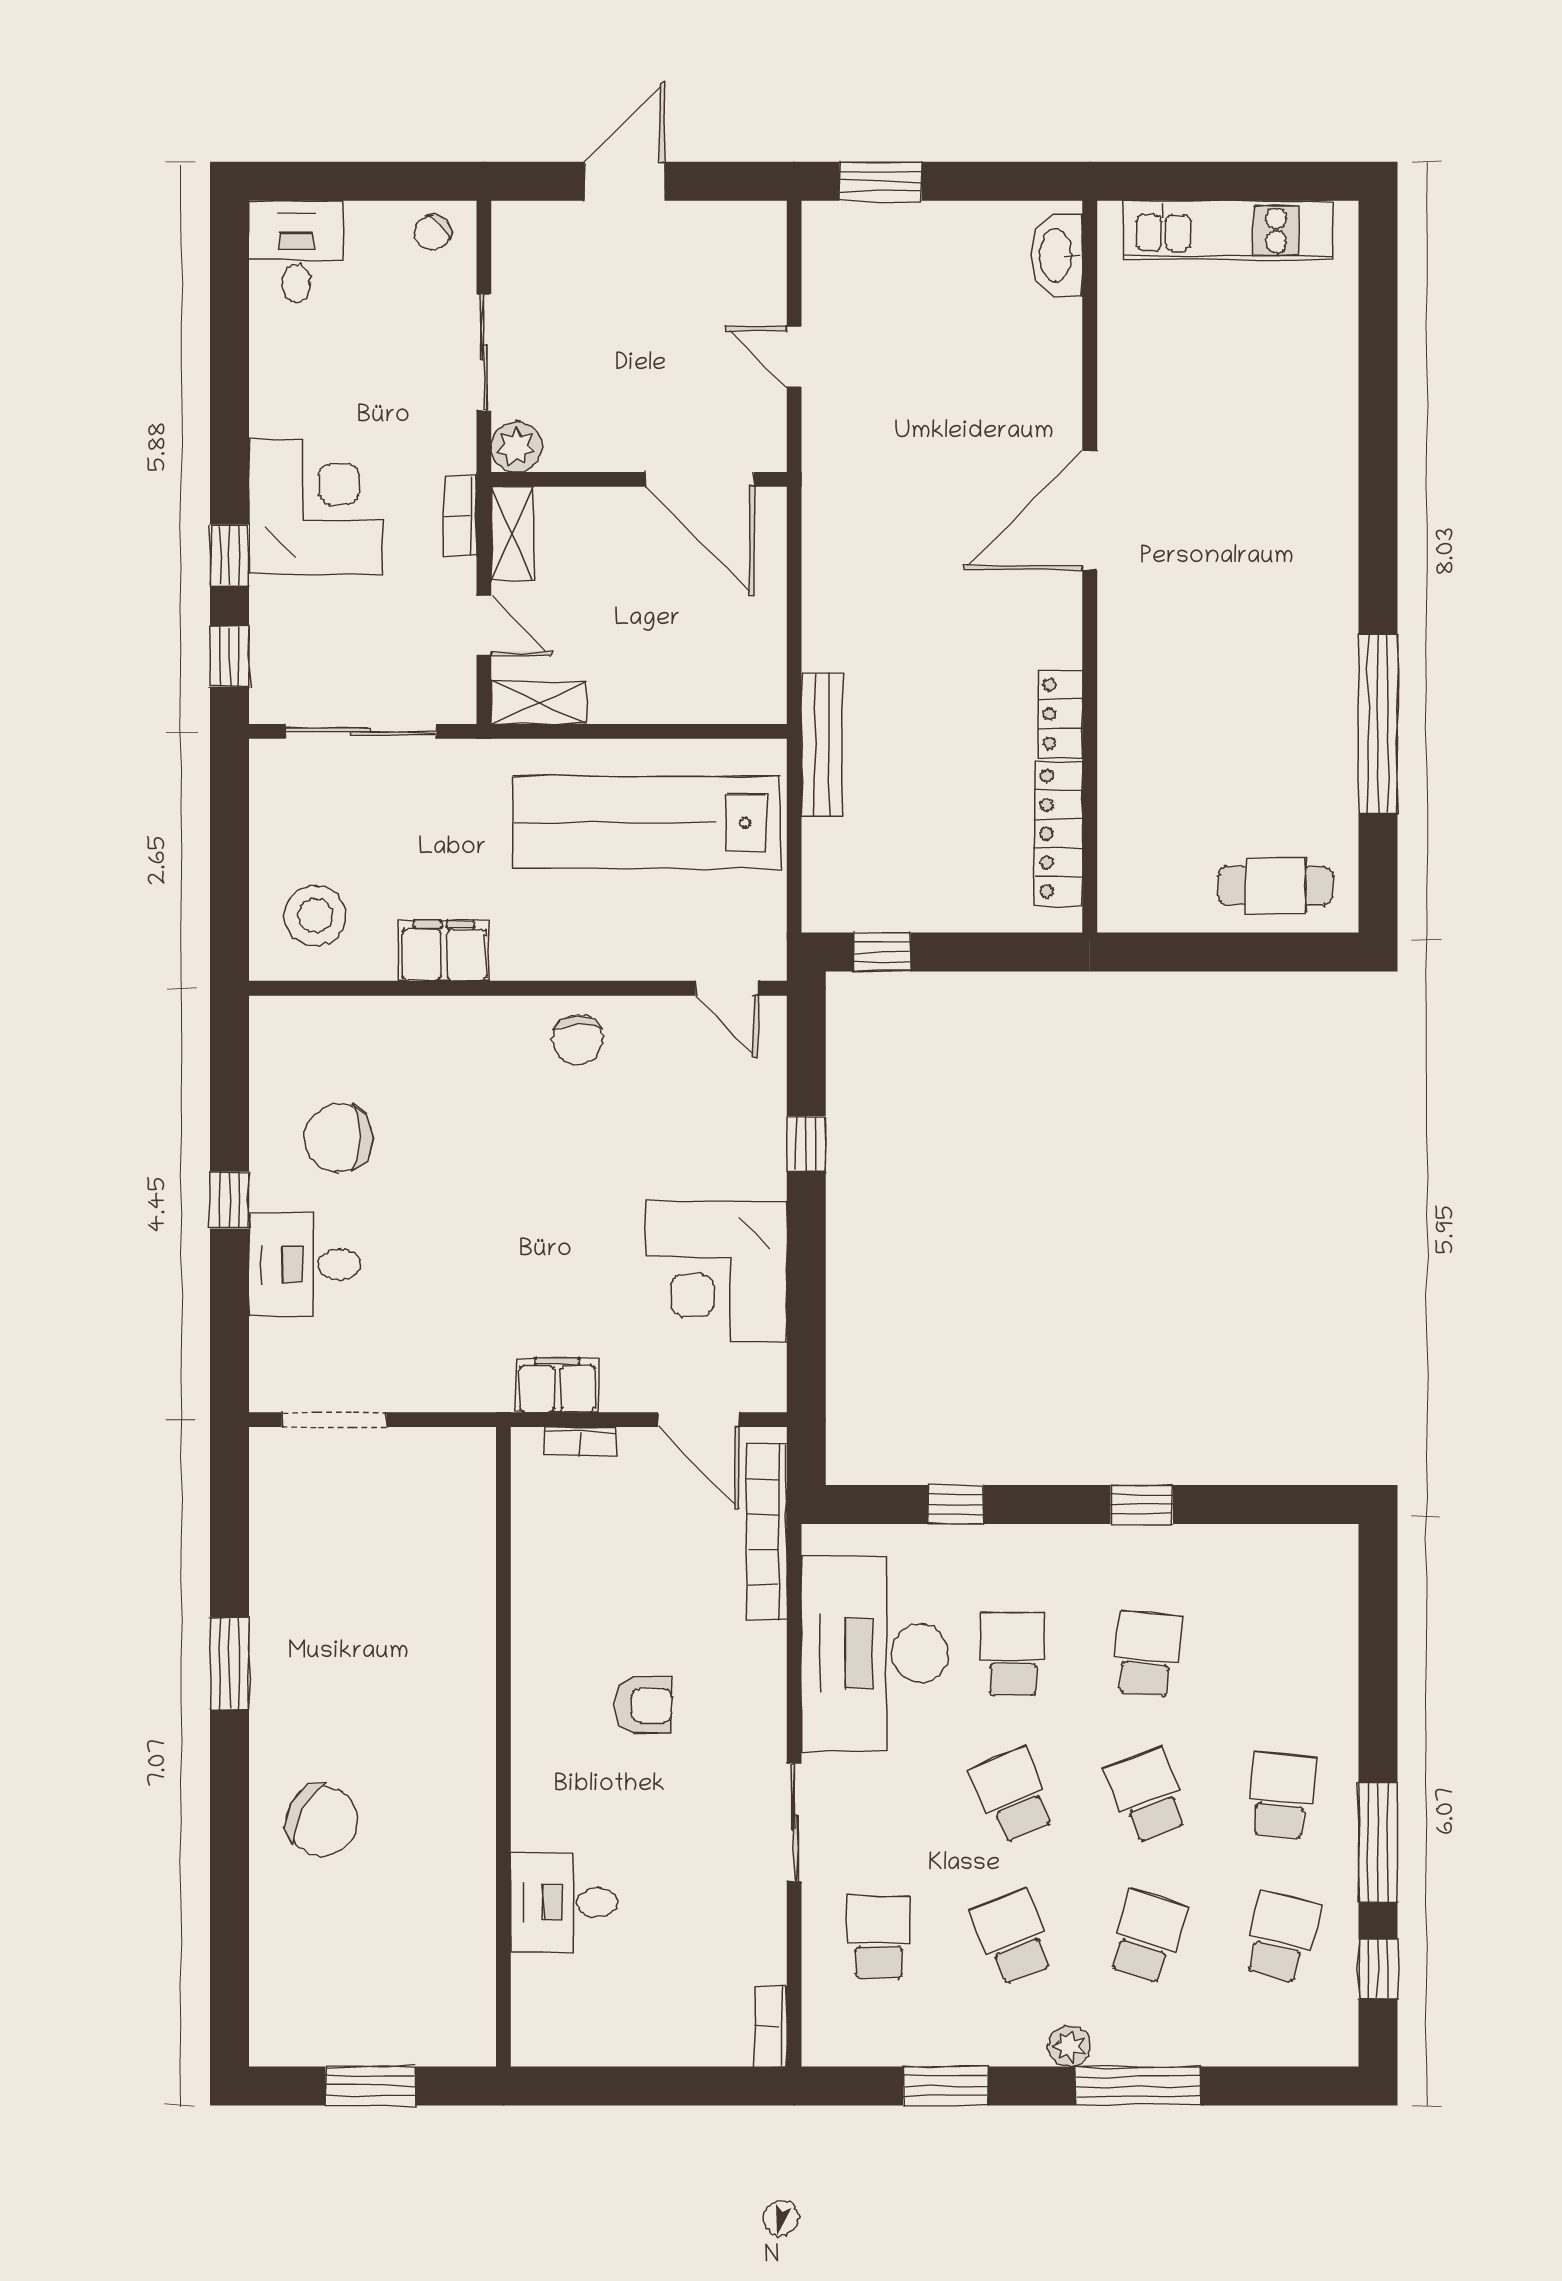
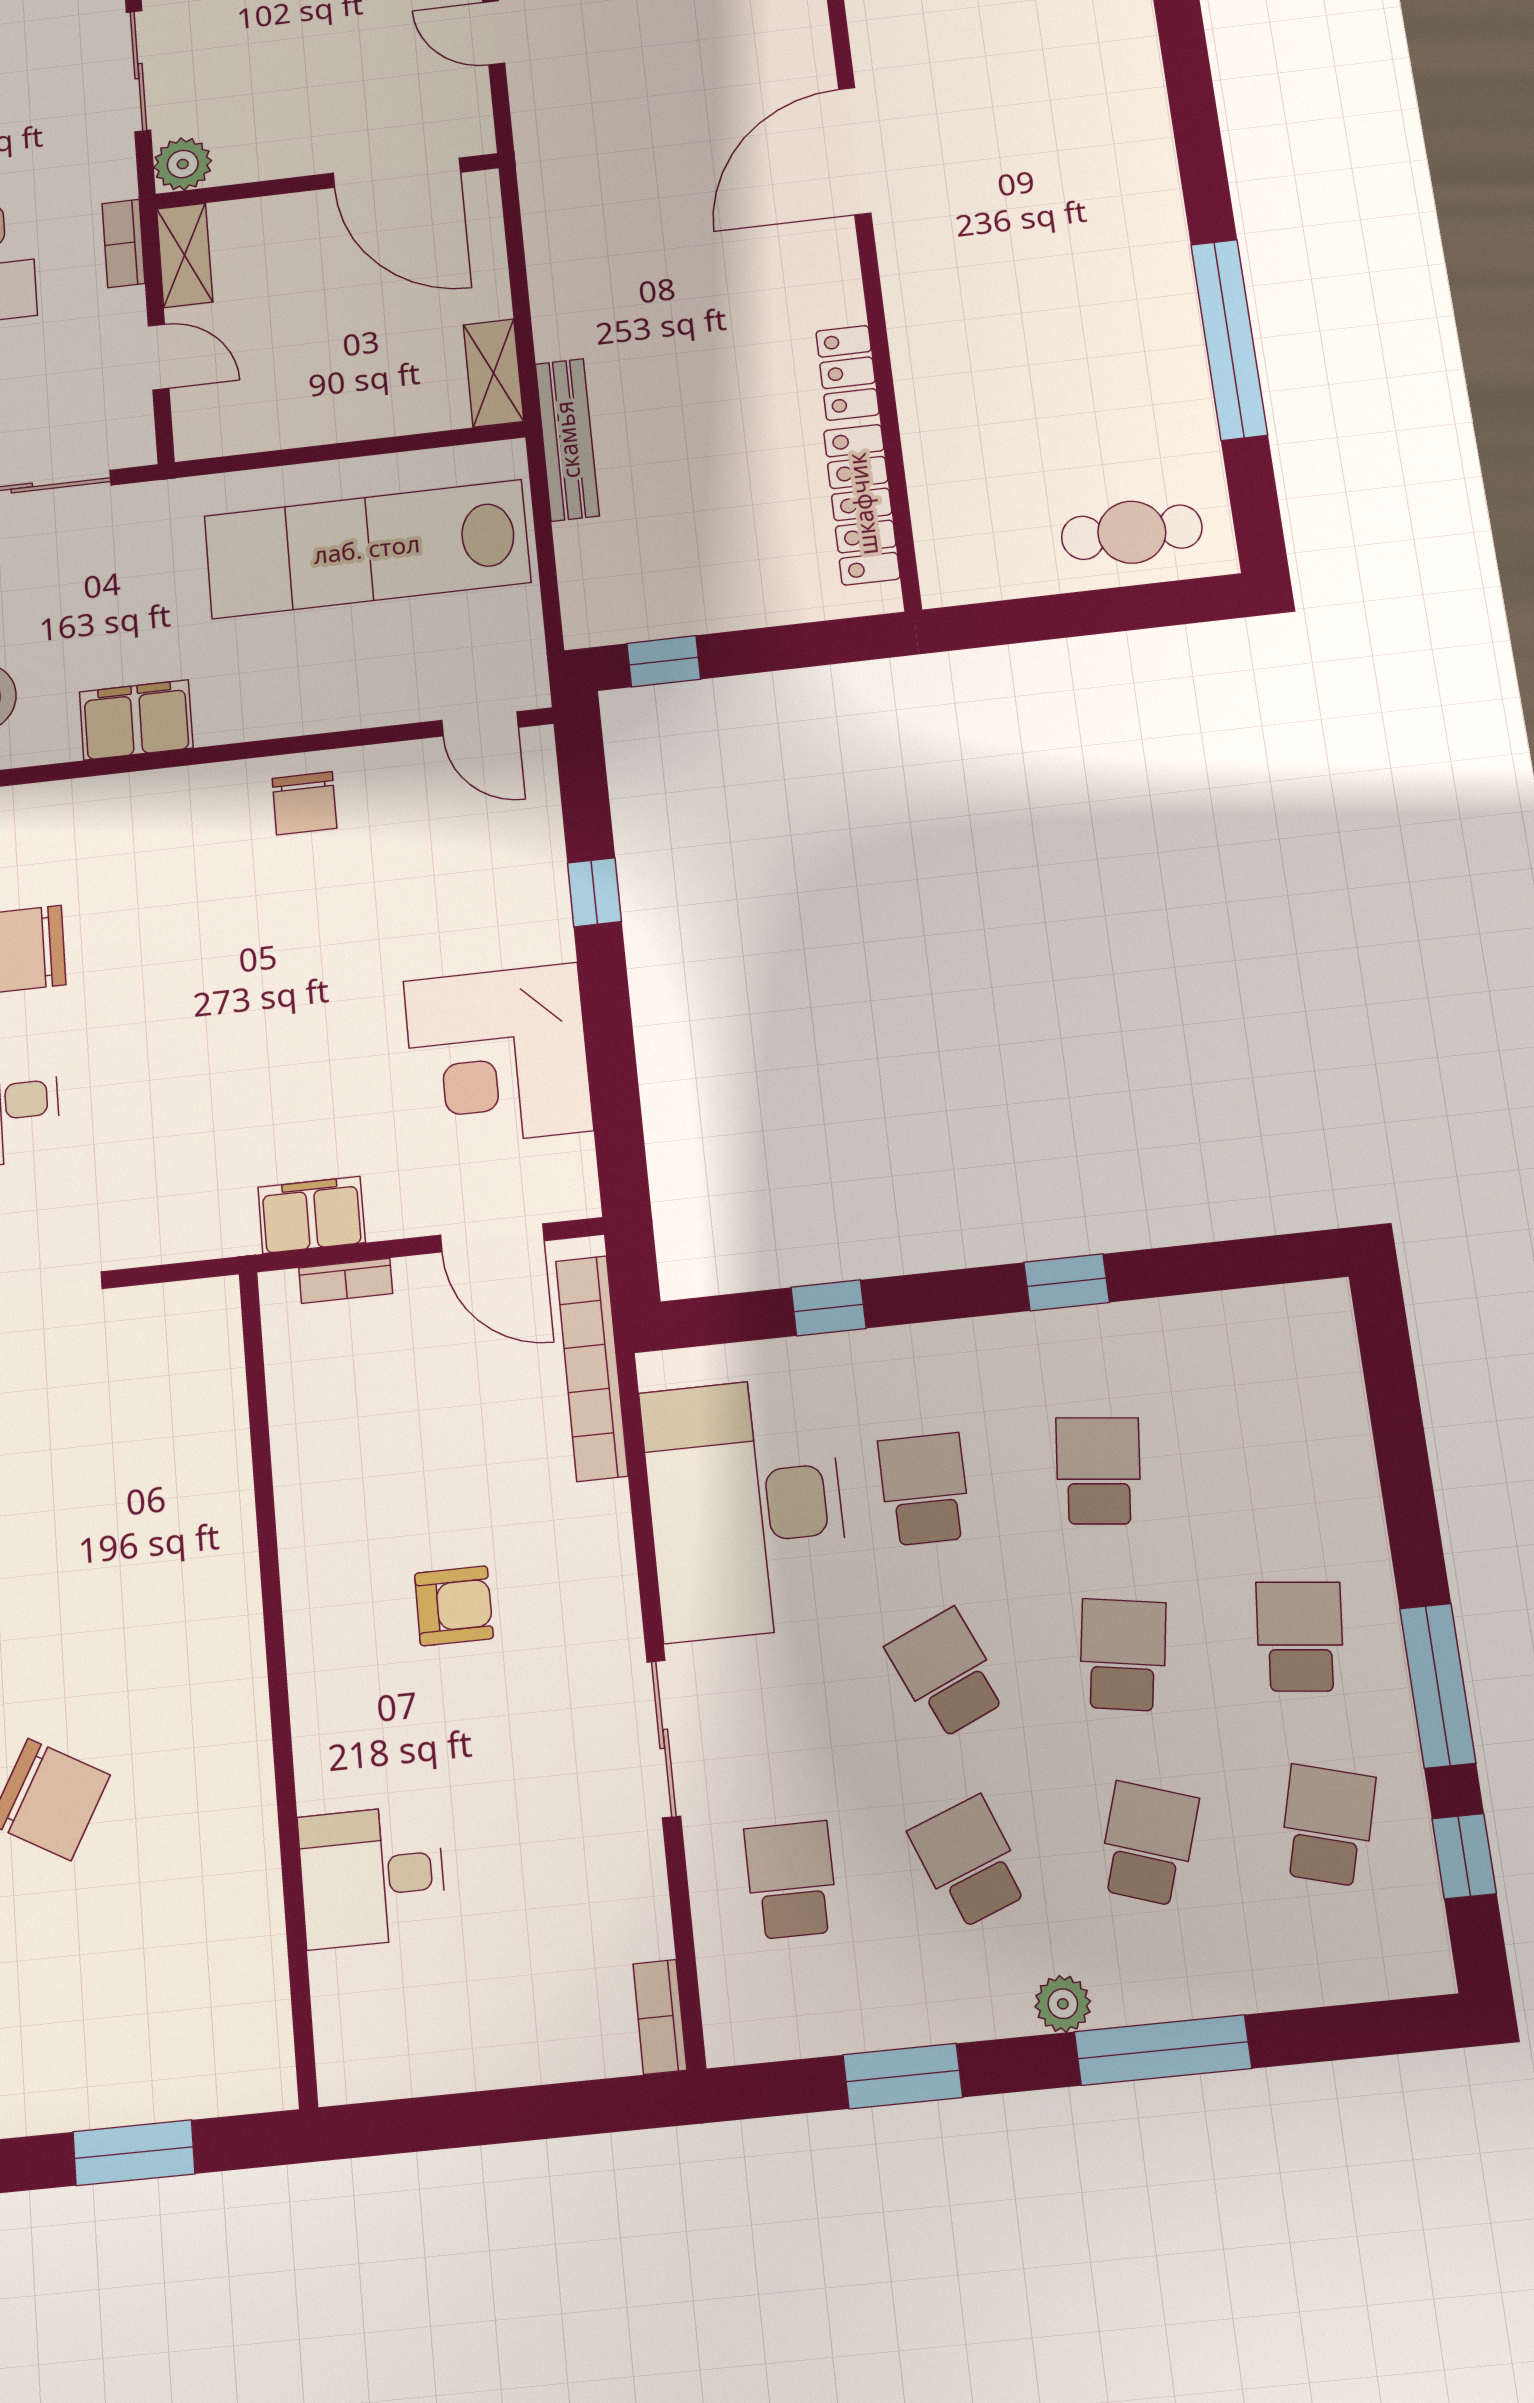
shelving: (539, 703) -> (493, 373), moved, turned 90
school desk: (1147, 1795) -> (1123, 1655), turned 30

